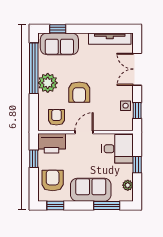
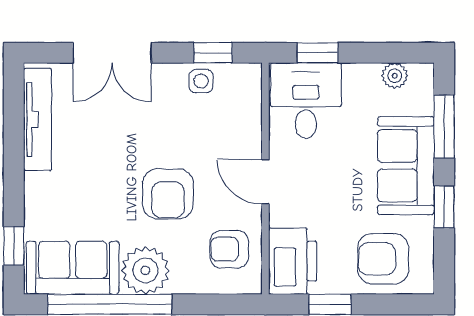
sofa: (59, 44) -> (73, 268), moved, turned -90
armchair: (79, 92) -> (168, 194), turned 90
window: (137, 165) -> (317, 53), moved
window: (55, 206) -> (444, 207), moved

